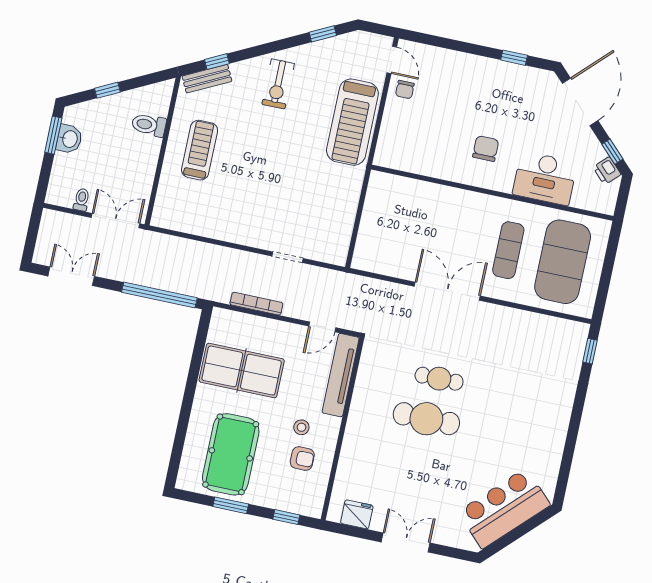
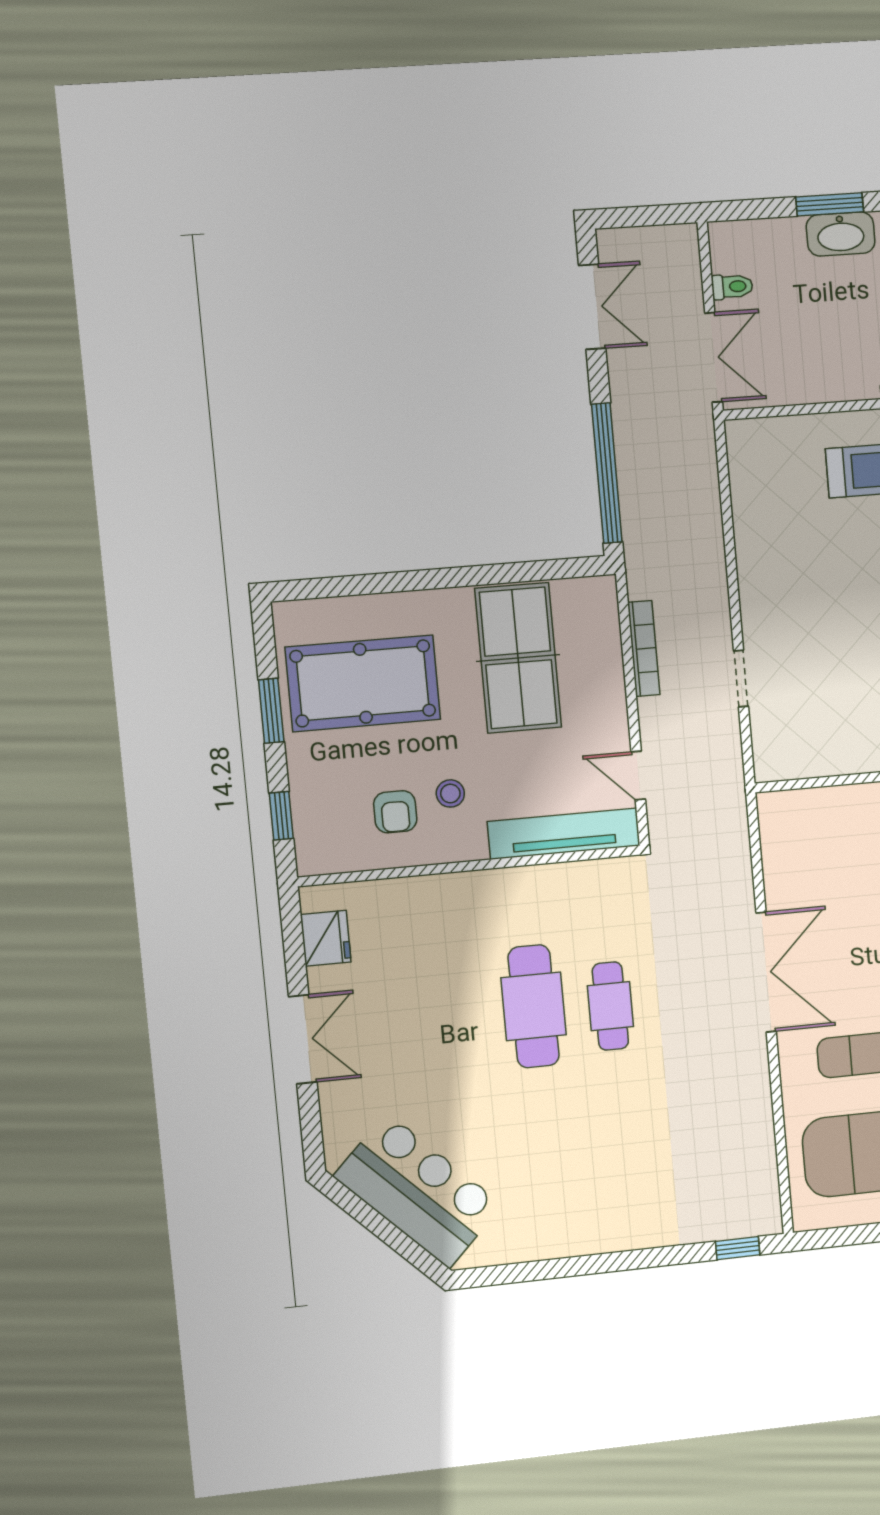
washbasin: (69, 139) -> (841, 234), width x1.38

